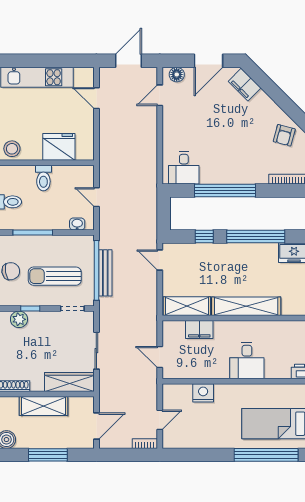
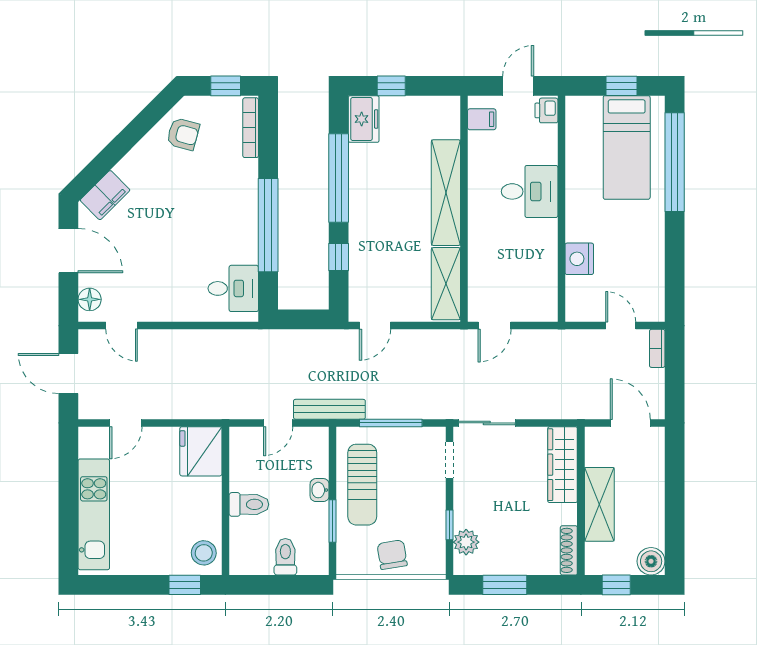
fridge: (59, 147) -> (201, 451), moved
washbasin: (77, 224) -> (320, 490), moved
window: (33, 232) -> (333, 521), width x0.69
window: (96, 270) -> (391, 423), width x0.68
bench: (105, 273) -> (329, 409), moved
sun lounger: (55, 276) -> (362, 485), moved
filing cabinet: (199, 329) -> (482, 119), moved, width x0.50
sliding door: (96, 351) -> (487, 423), moved
door: (160, 357) -> (494, 326), moved
window: (48, 455) -> (675, 498), removed

